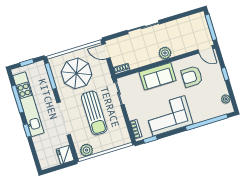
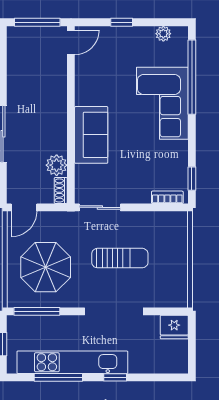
plant: (165, 53) -> (57, 165), moved
armchair: (192, 77) -> (109, 78), removed
sun lounger: (94, 113) -> (120, 258), width x0.73, depth x0.75
corner sofa: (169, 116) -> (162, 103), moved
plant: (87, 150) -> (177, 289), removed

